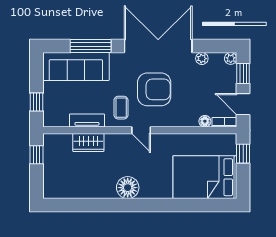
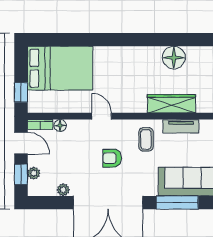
plant: (231, 58) -> (34, 173), moved
armchair: (154, 89) -> (112, 158), width x0.53, depth x0.53
door: (141, 130) -> (102, 116), moved
wardrobe: (88, 143) -> (171, 104), width x1.50
floor lamp: (128, 188) -> (174, 58), moved

